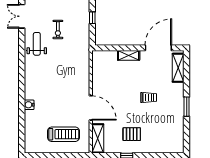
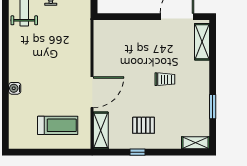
shelving: (129, 55) -> (195, 143), moved
window: (187, 107) -> (213, 107), moved
door: (91, 108) -> (92, 92), hinge flipped

